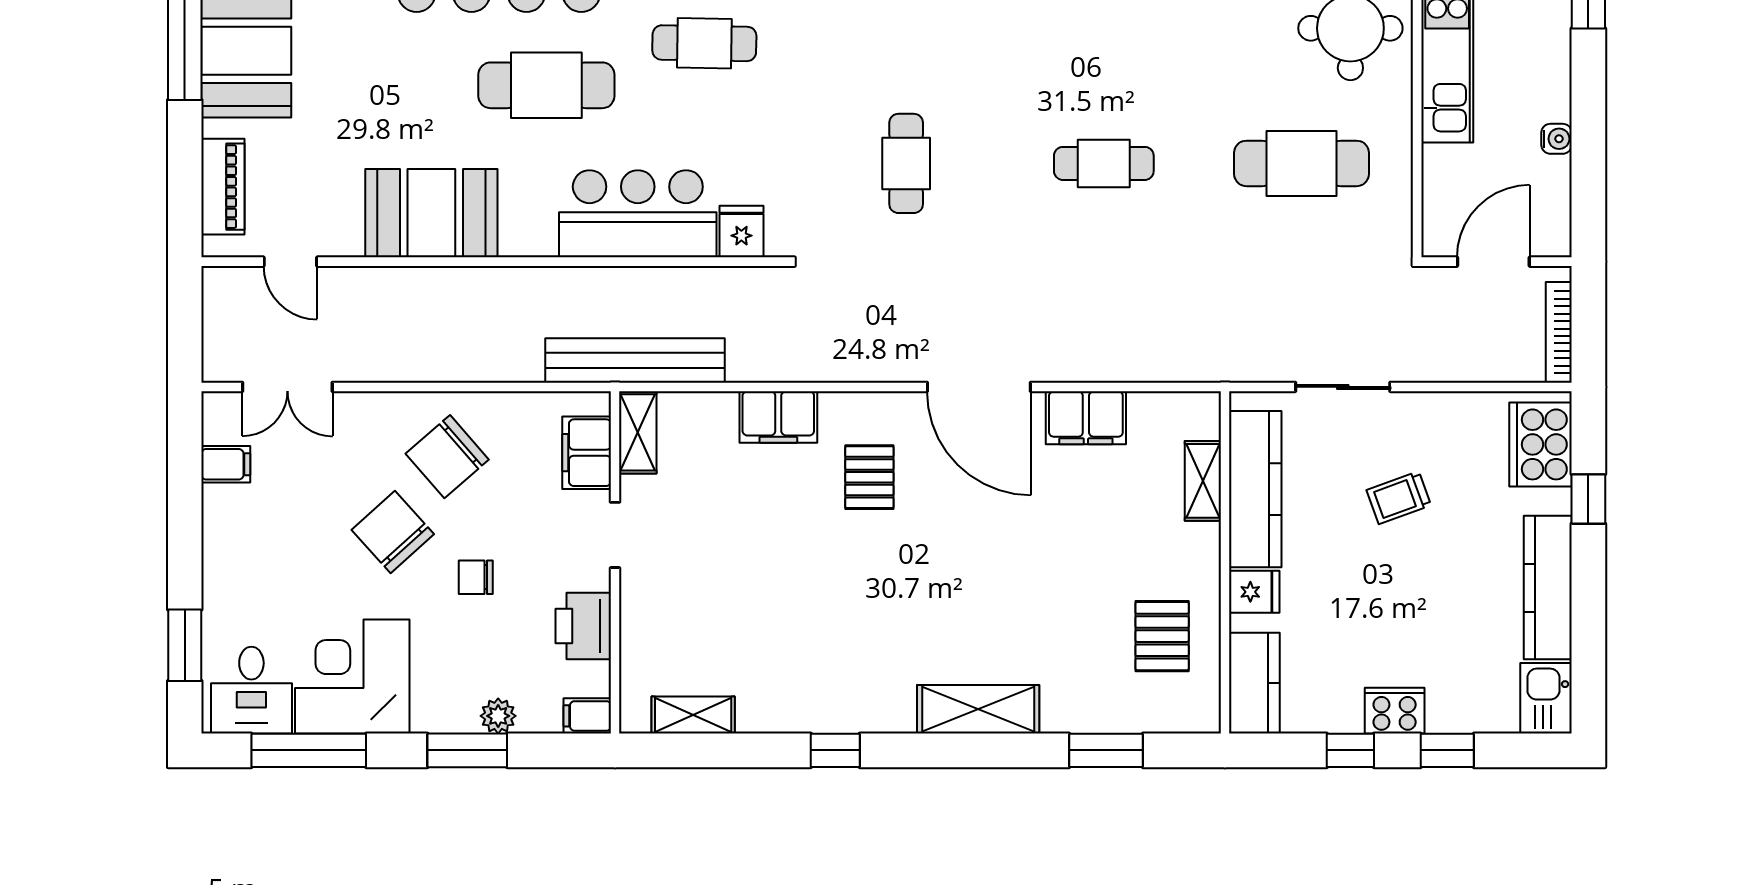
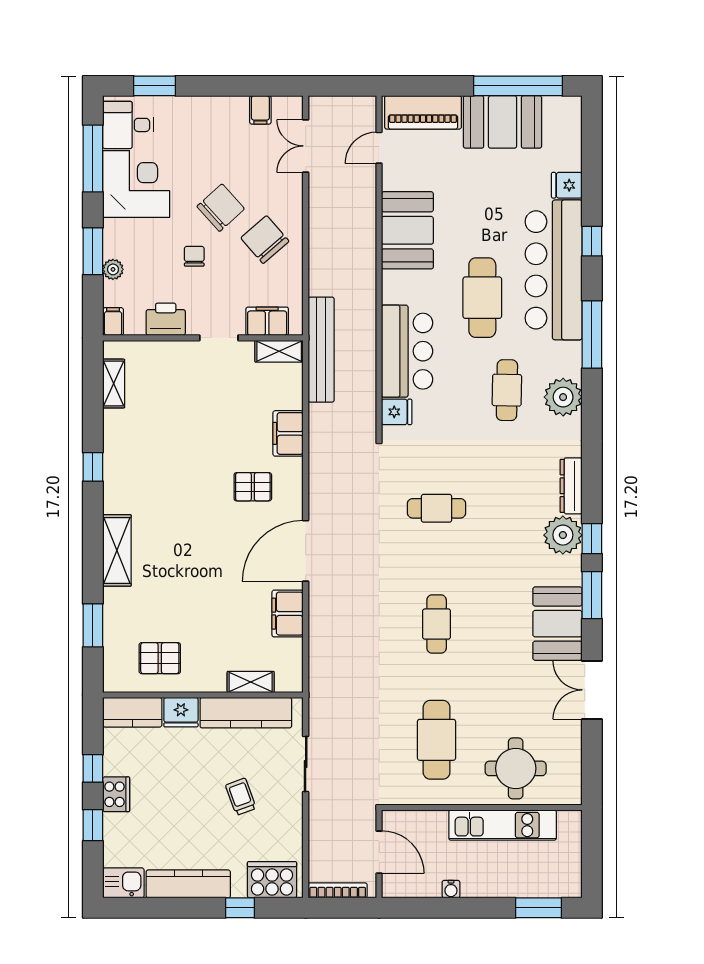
piano: (223, 187) -> (423, 112), width x1.37, depth x1.33
fridge: (1254, 592) -> (181, 712), width x1.38

